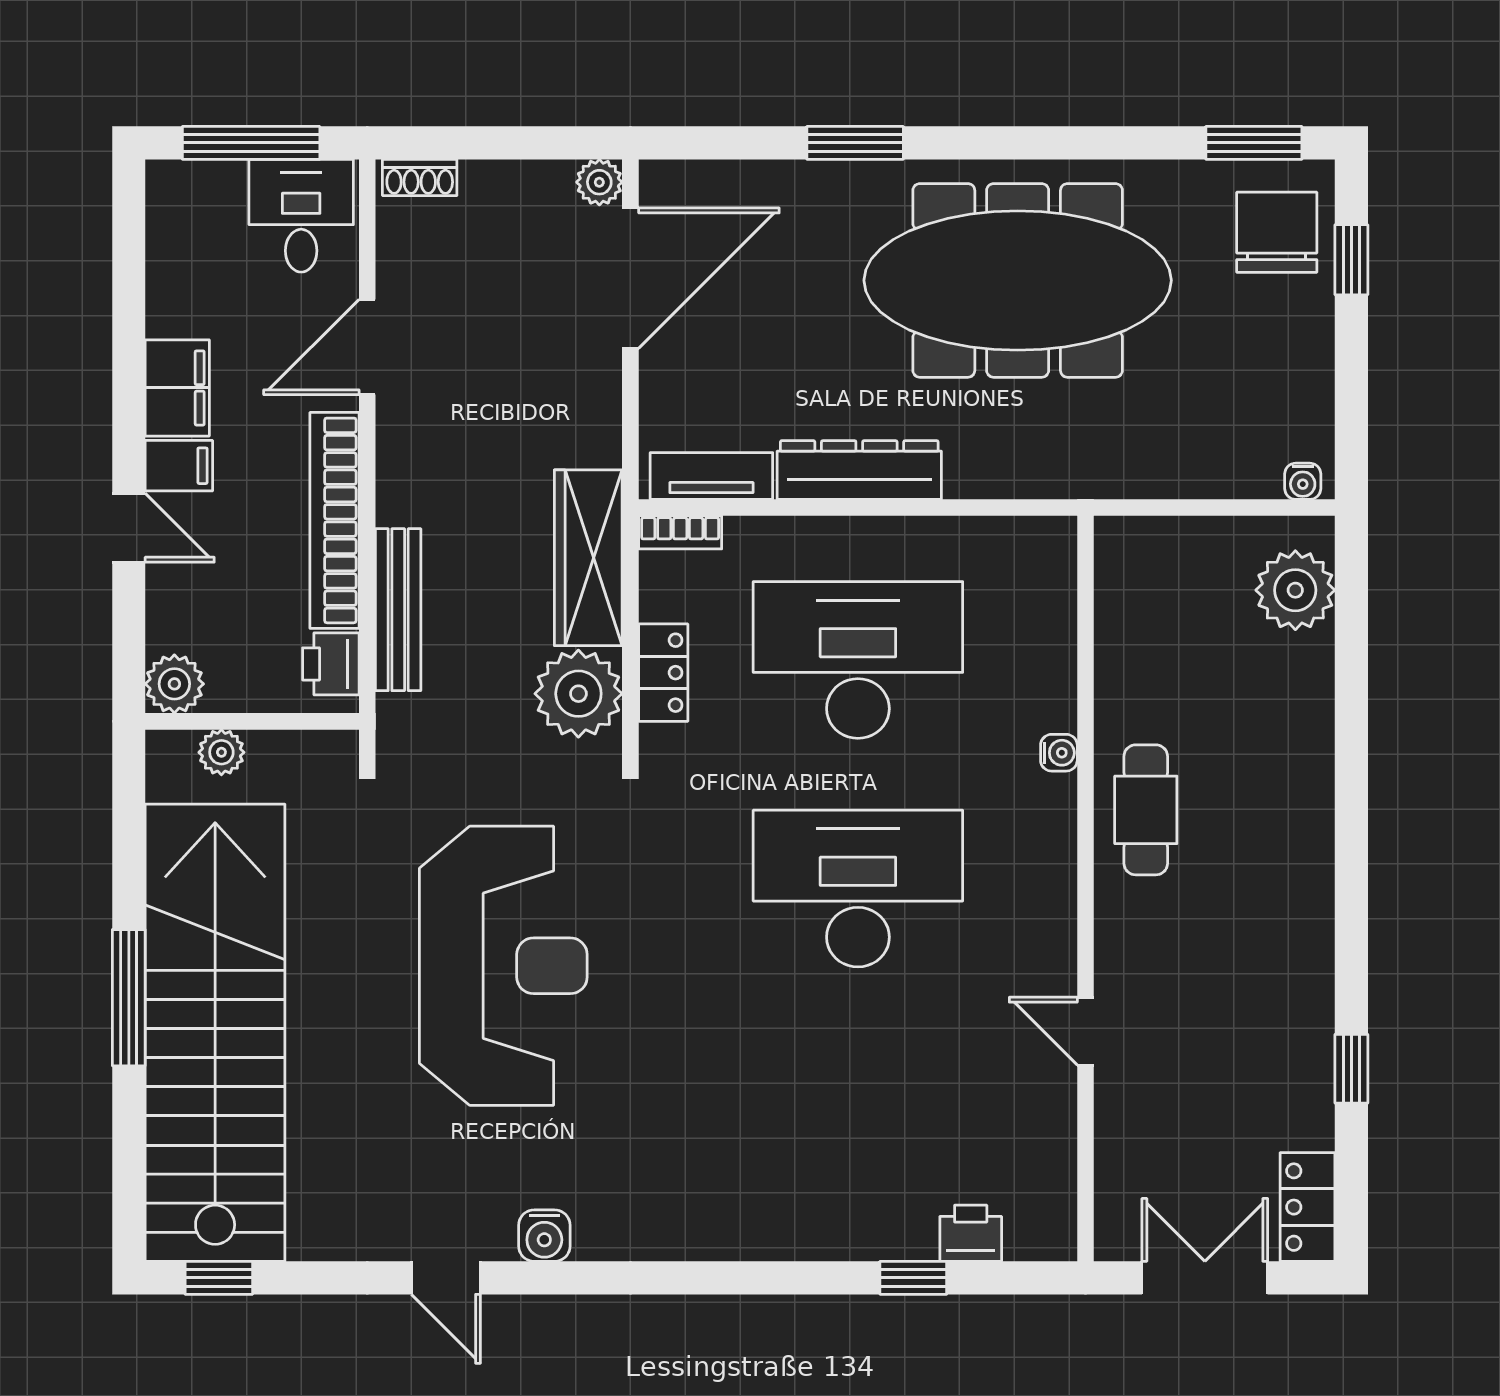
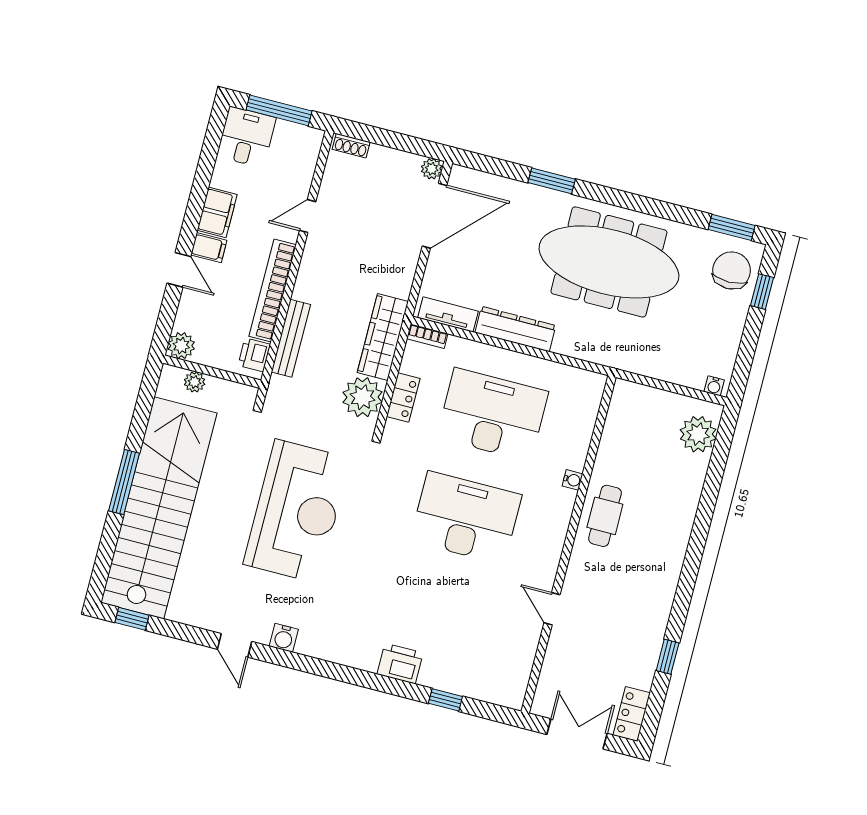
desk: (301, 216) -> (246, 137), moved
door: (367, 347) -> (308, 216), width x0.73
printer: (971, 1233) -> (400, 663), moved, width x1.36, depth x1.24

